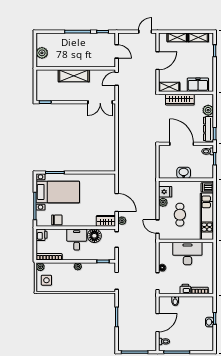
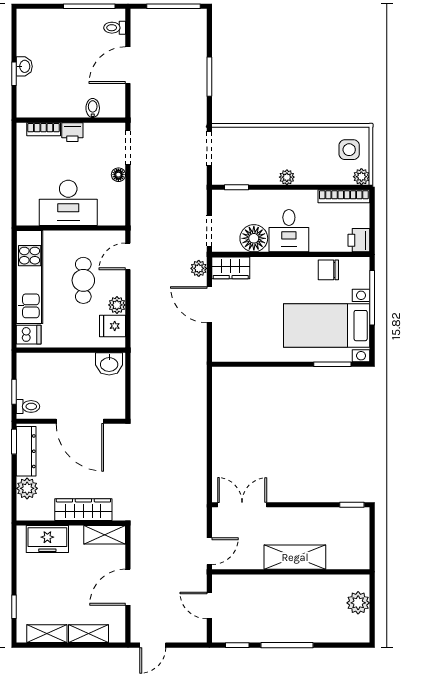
washbasin: (184, 173) -> (109, 364), moved
door: (157, 227) -> (128, 256), swing flipped

